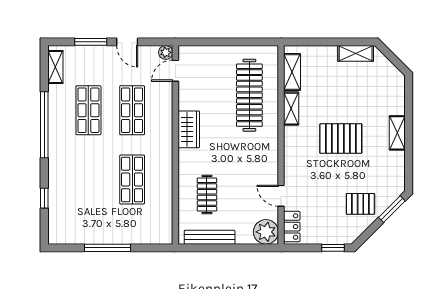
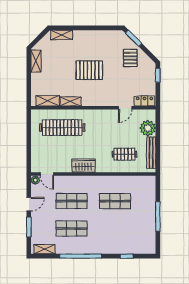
shelving: (397, 133) -> (62, 35), moved
pallet: (341, 139) -> (89, 70), turned 90
plant: (266, 232) -> (148, 128), moved

